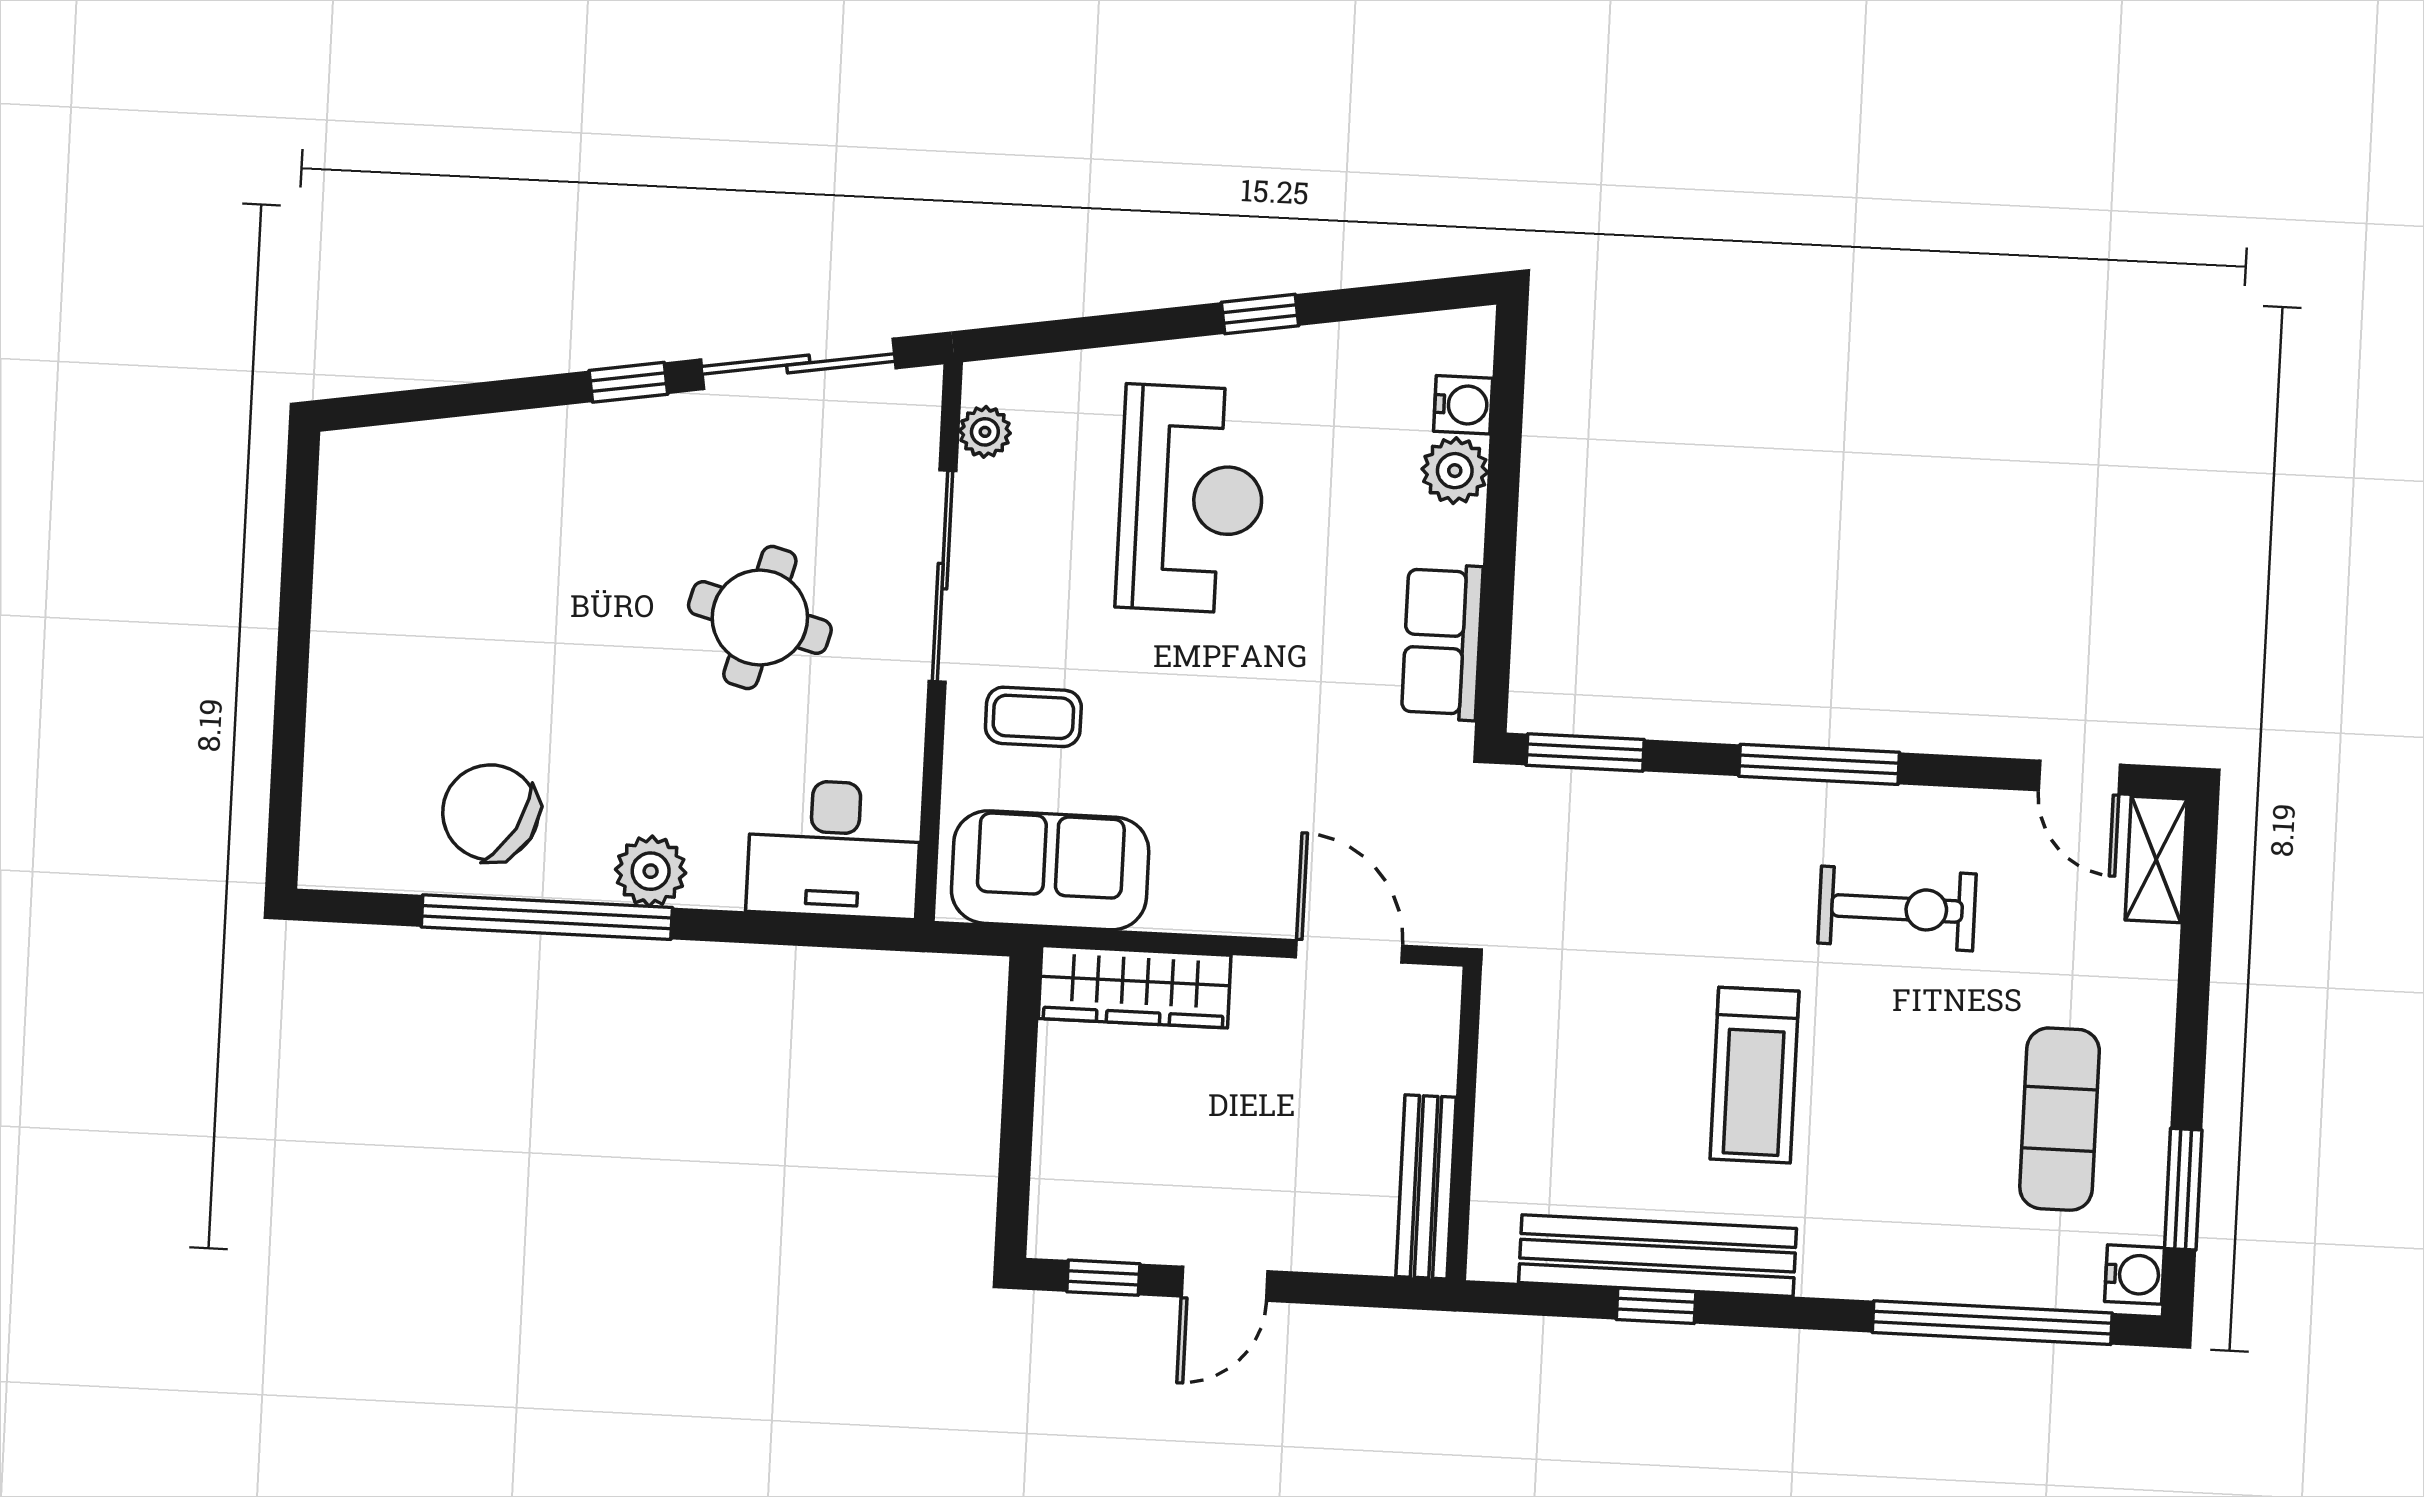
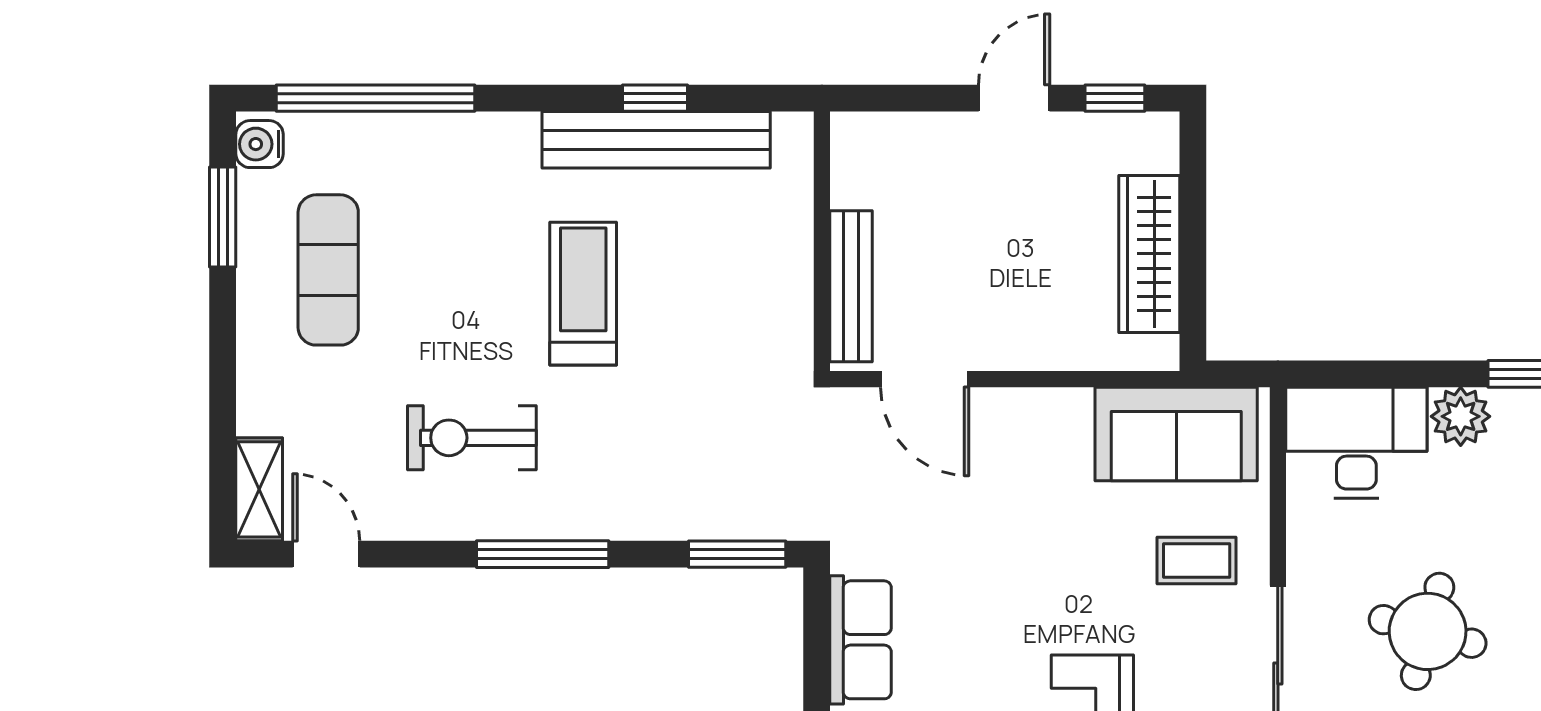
plant: (651, 871) -> (1461, 416), moved
wardrobe: (1135, 987) -> (1149, 254), moved, turned -90
bench: (1426, 1187) -> (851, 286), moved

